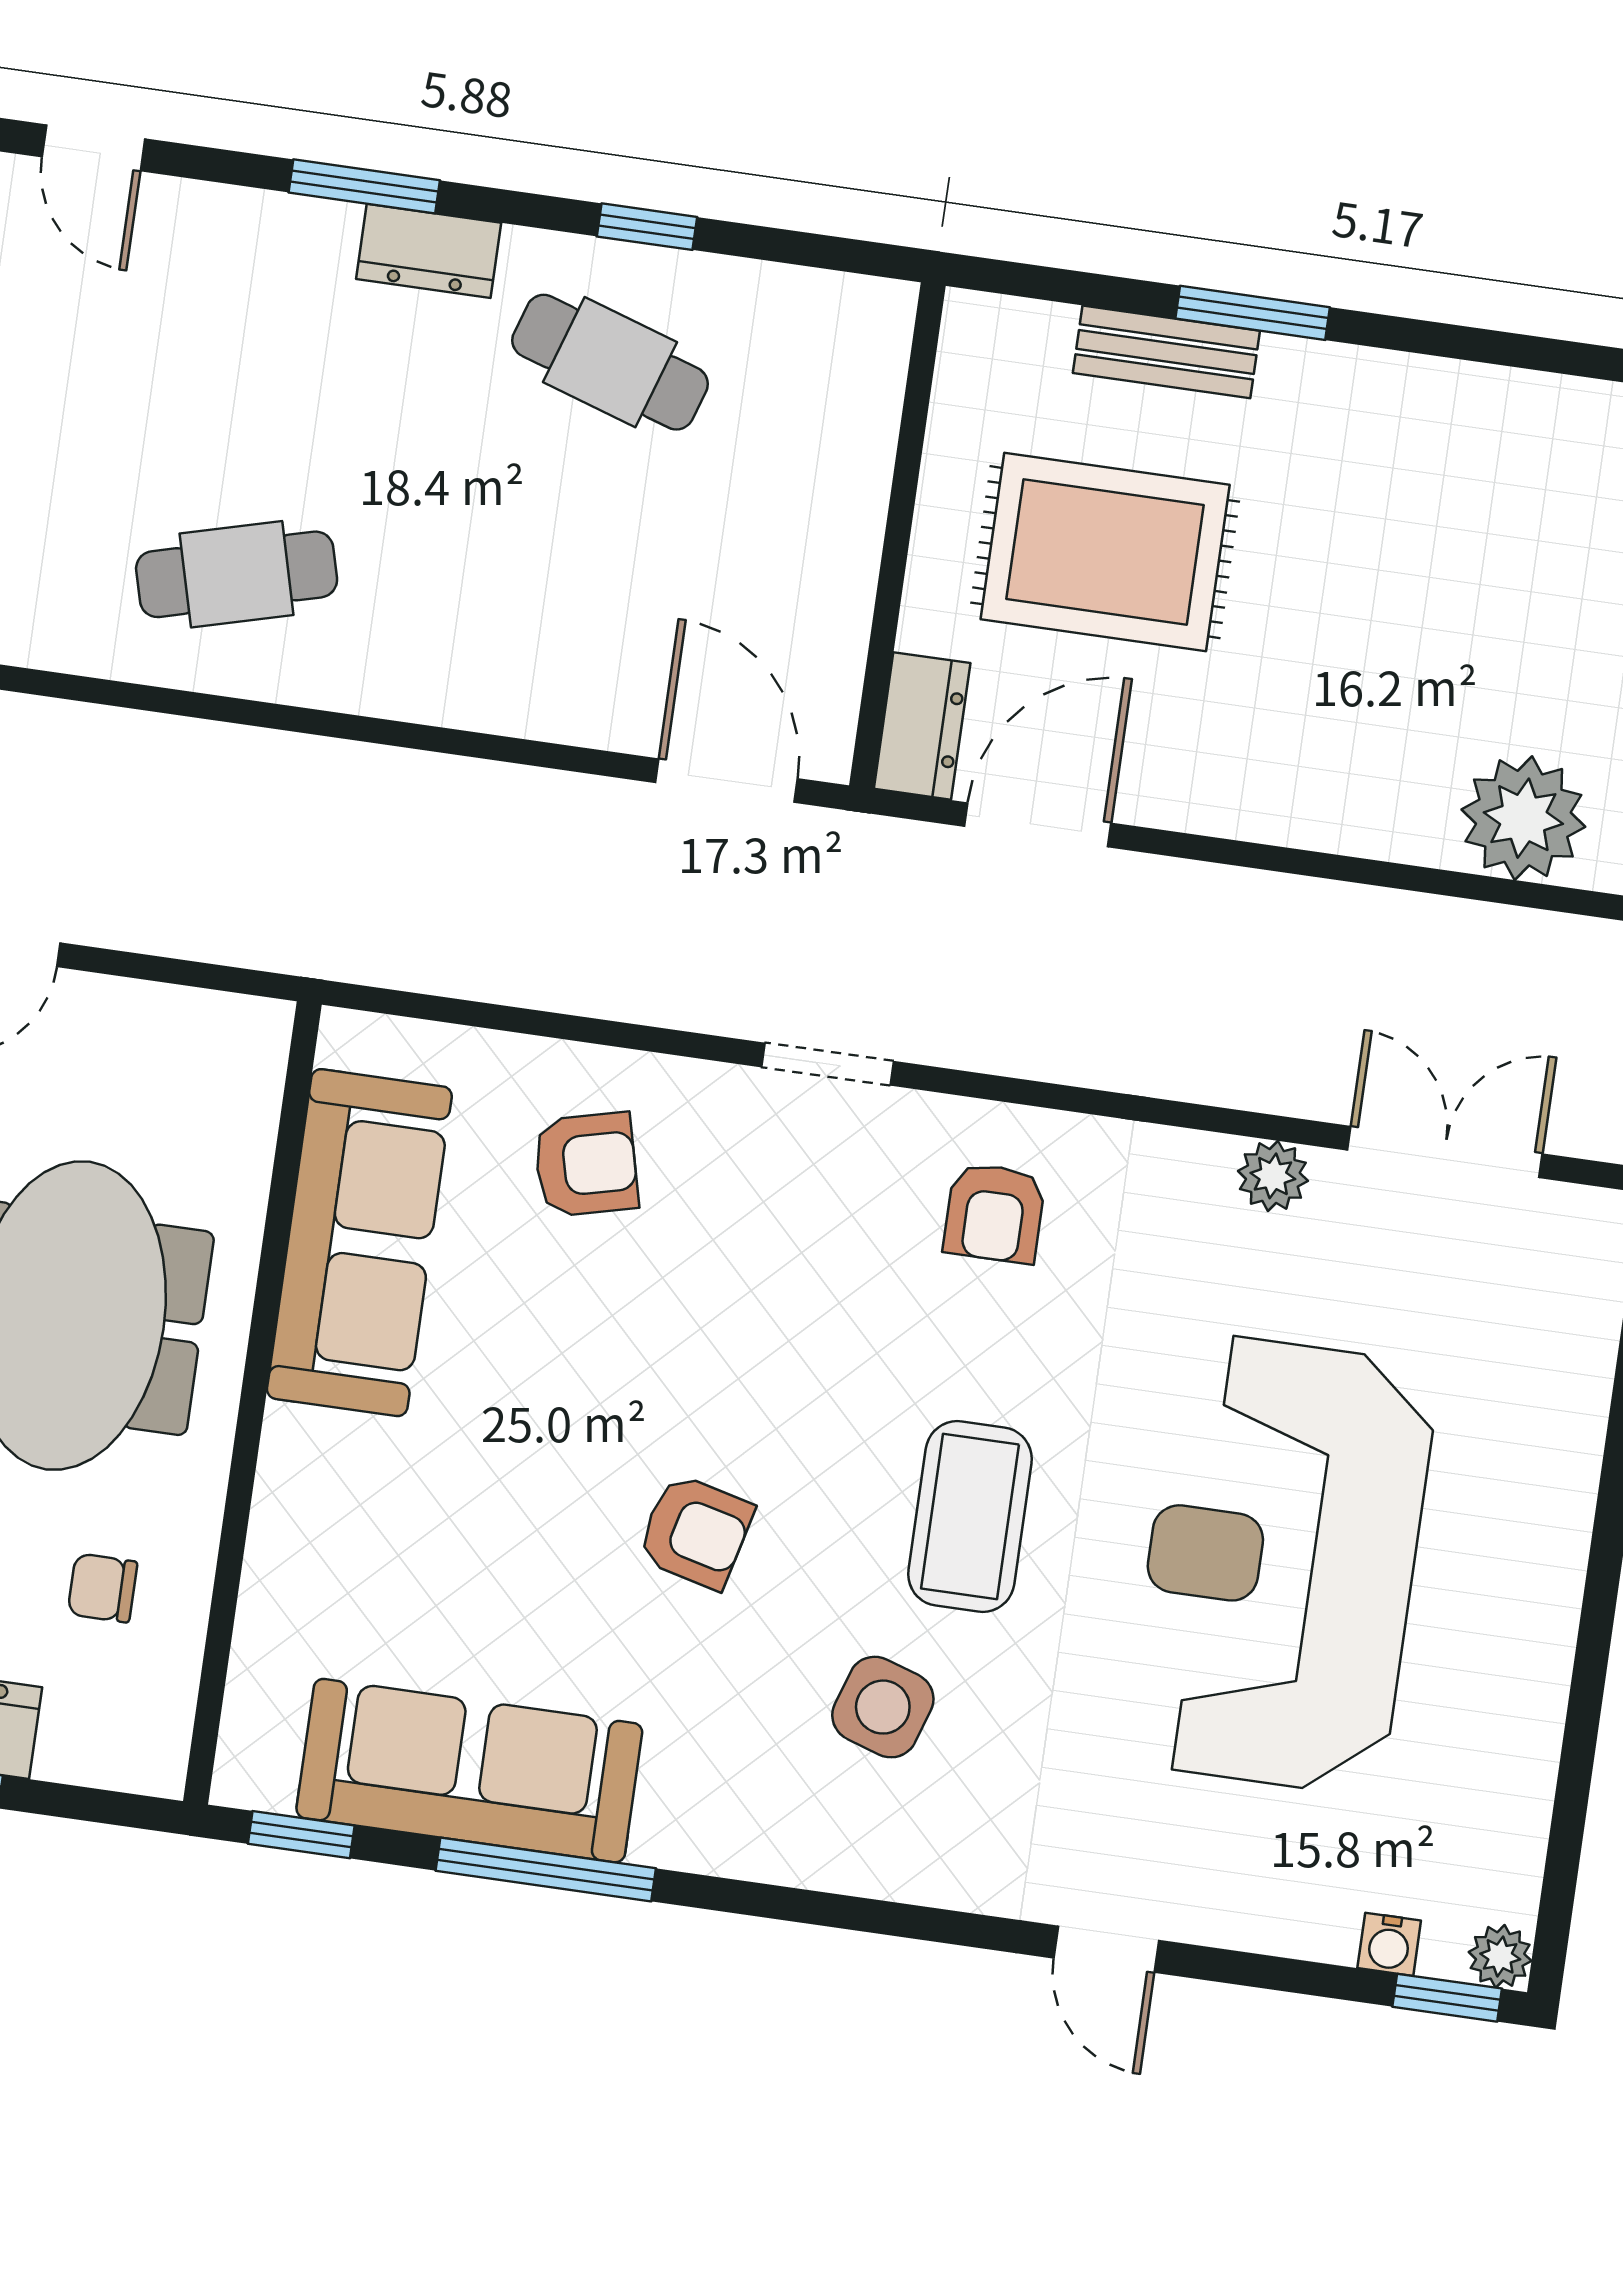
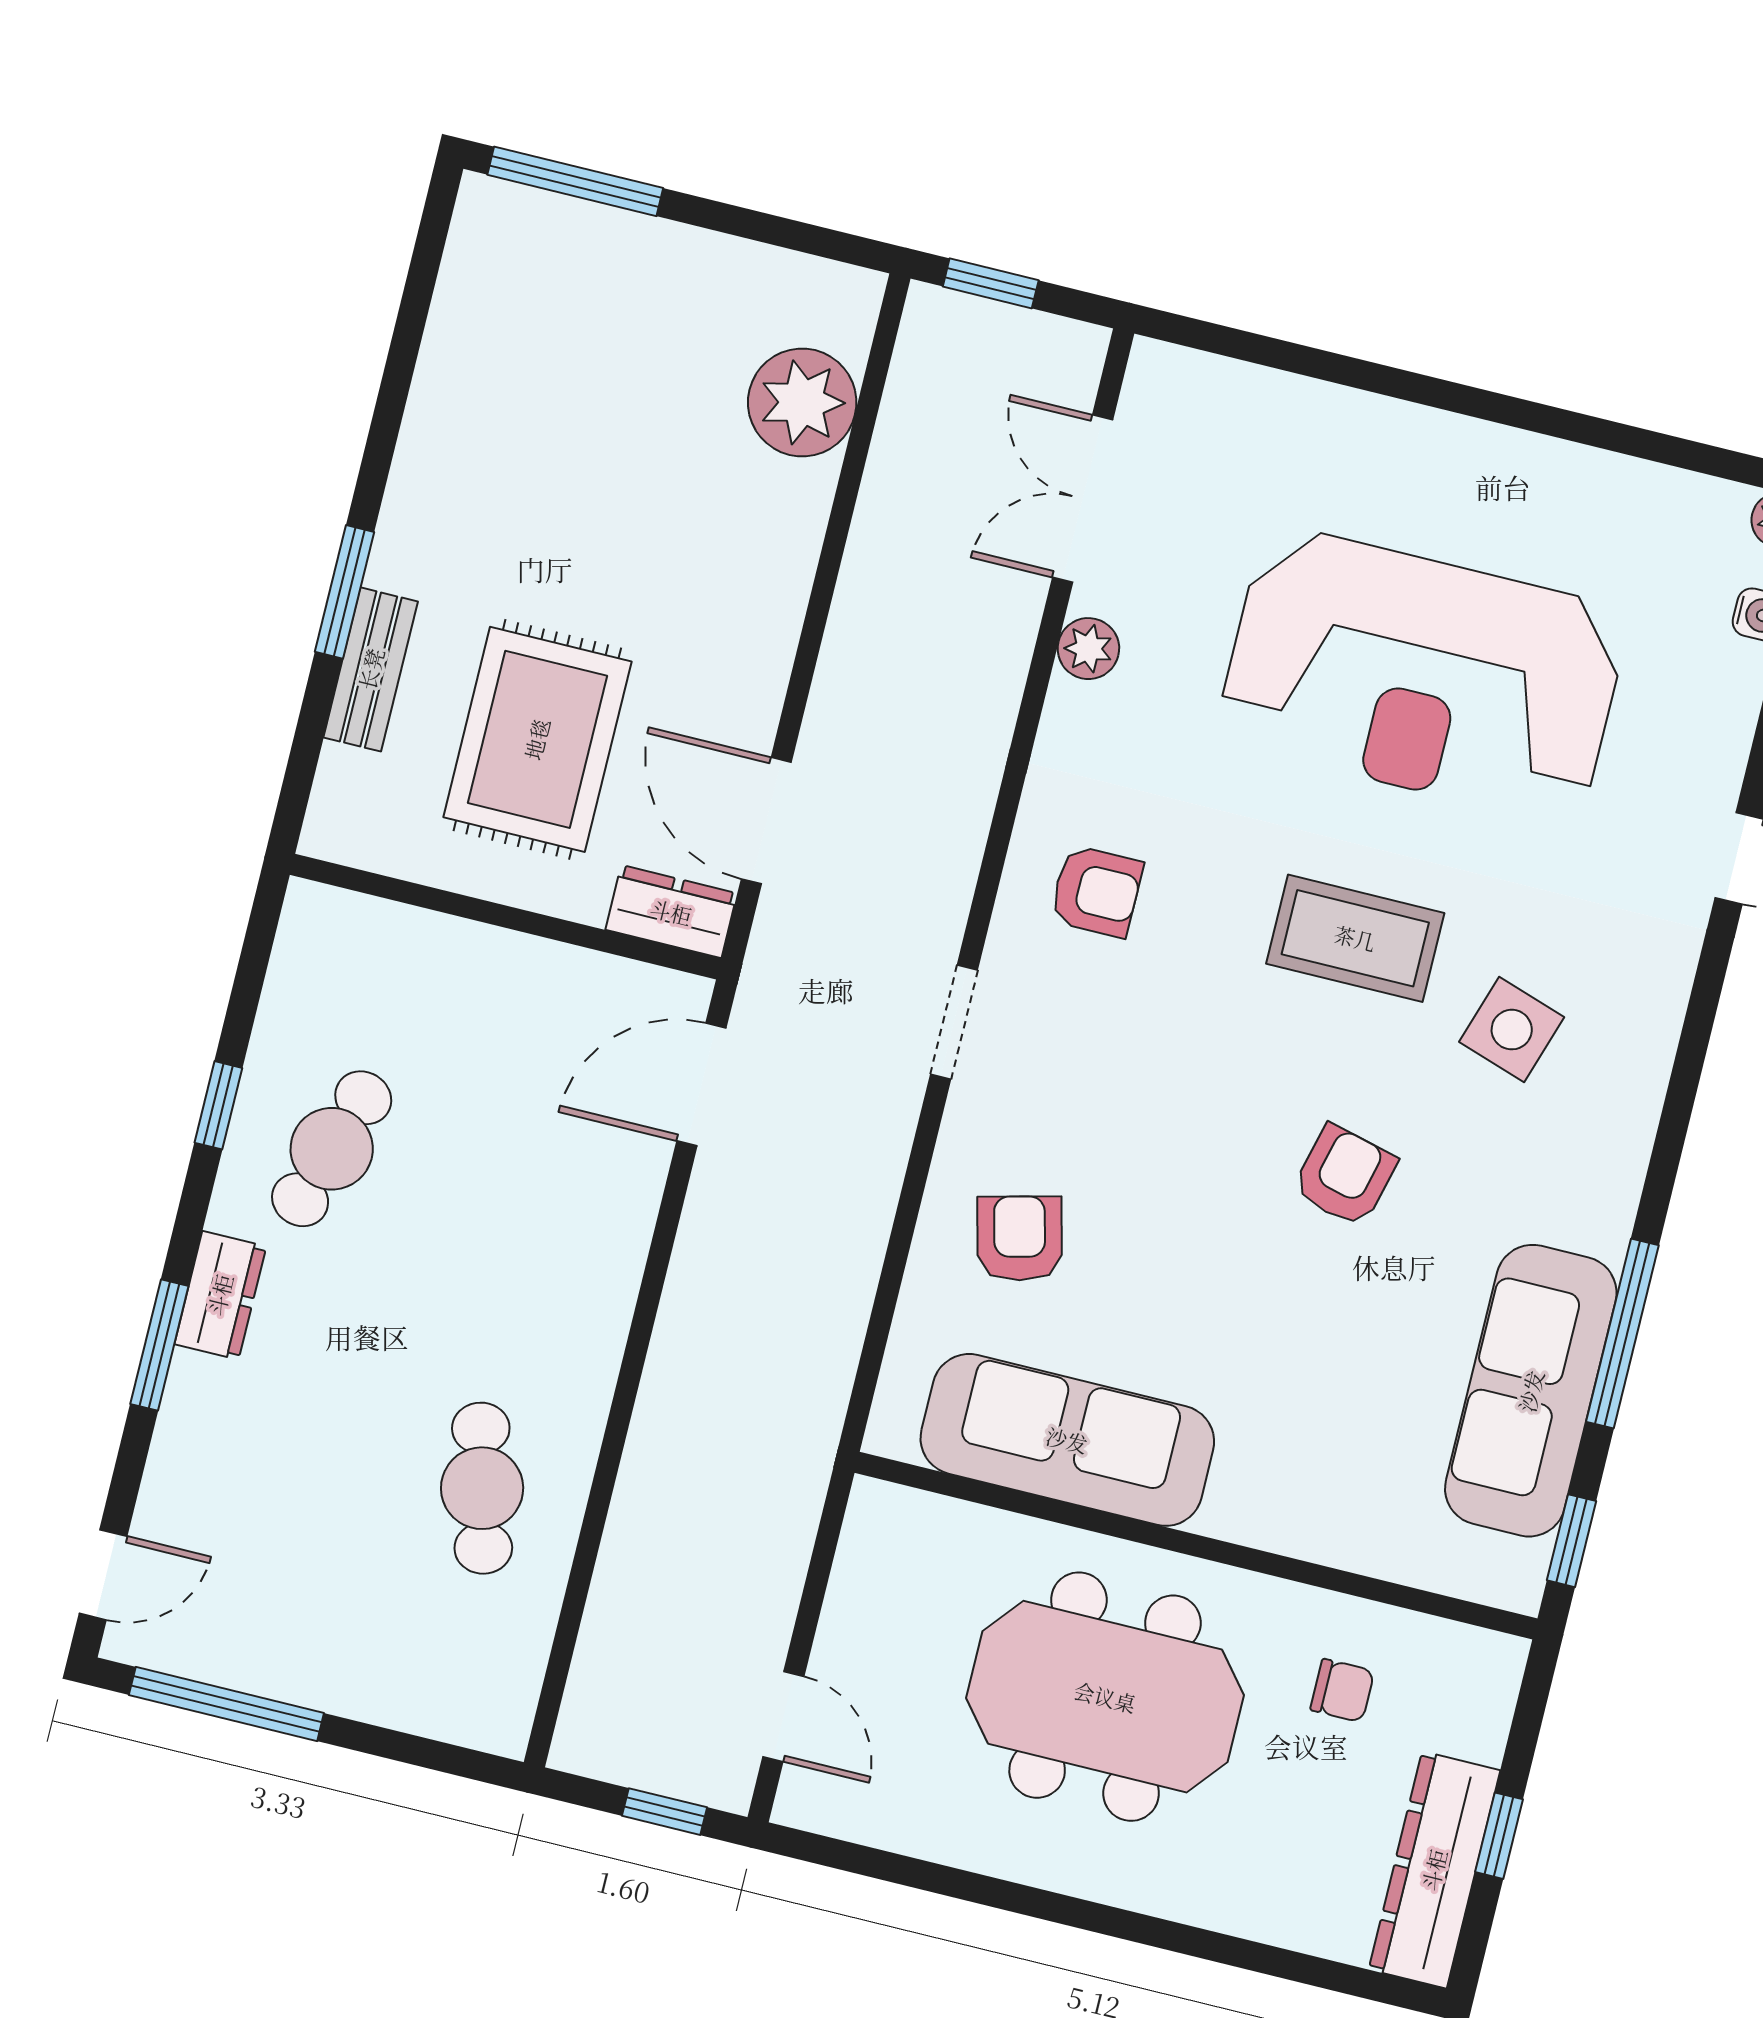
chair: (102, 1588) -> (1342, 1690), turned -90

